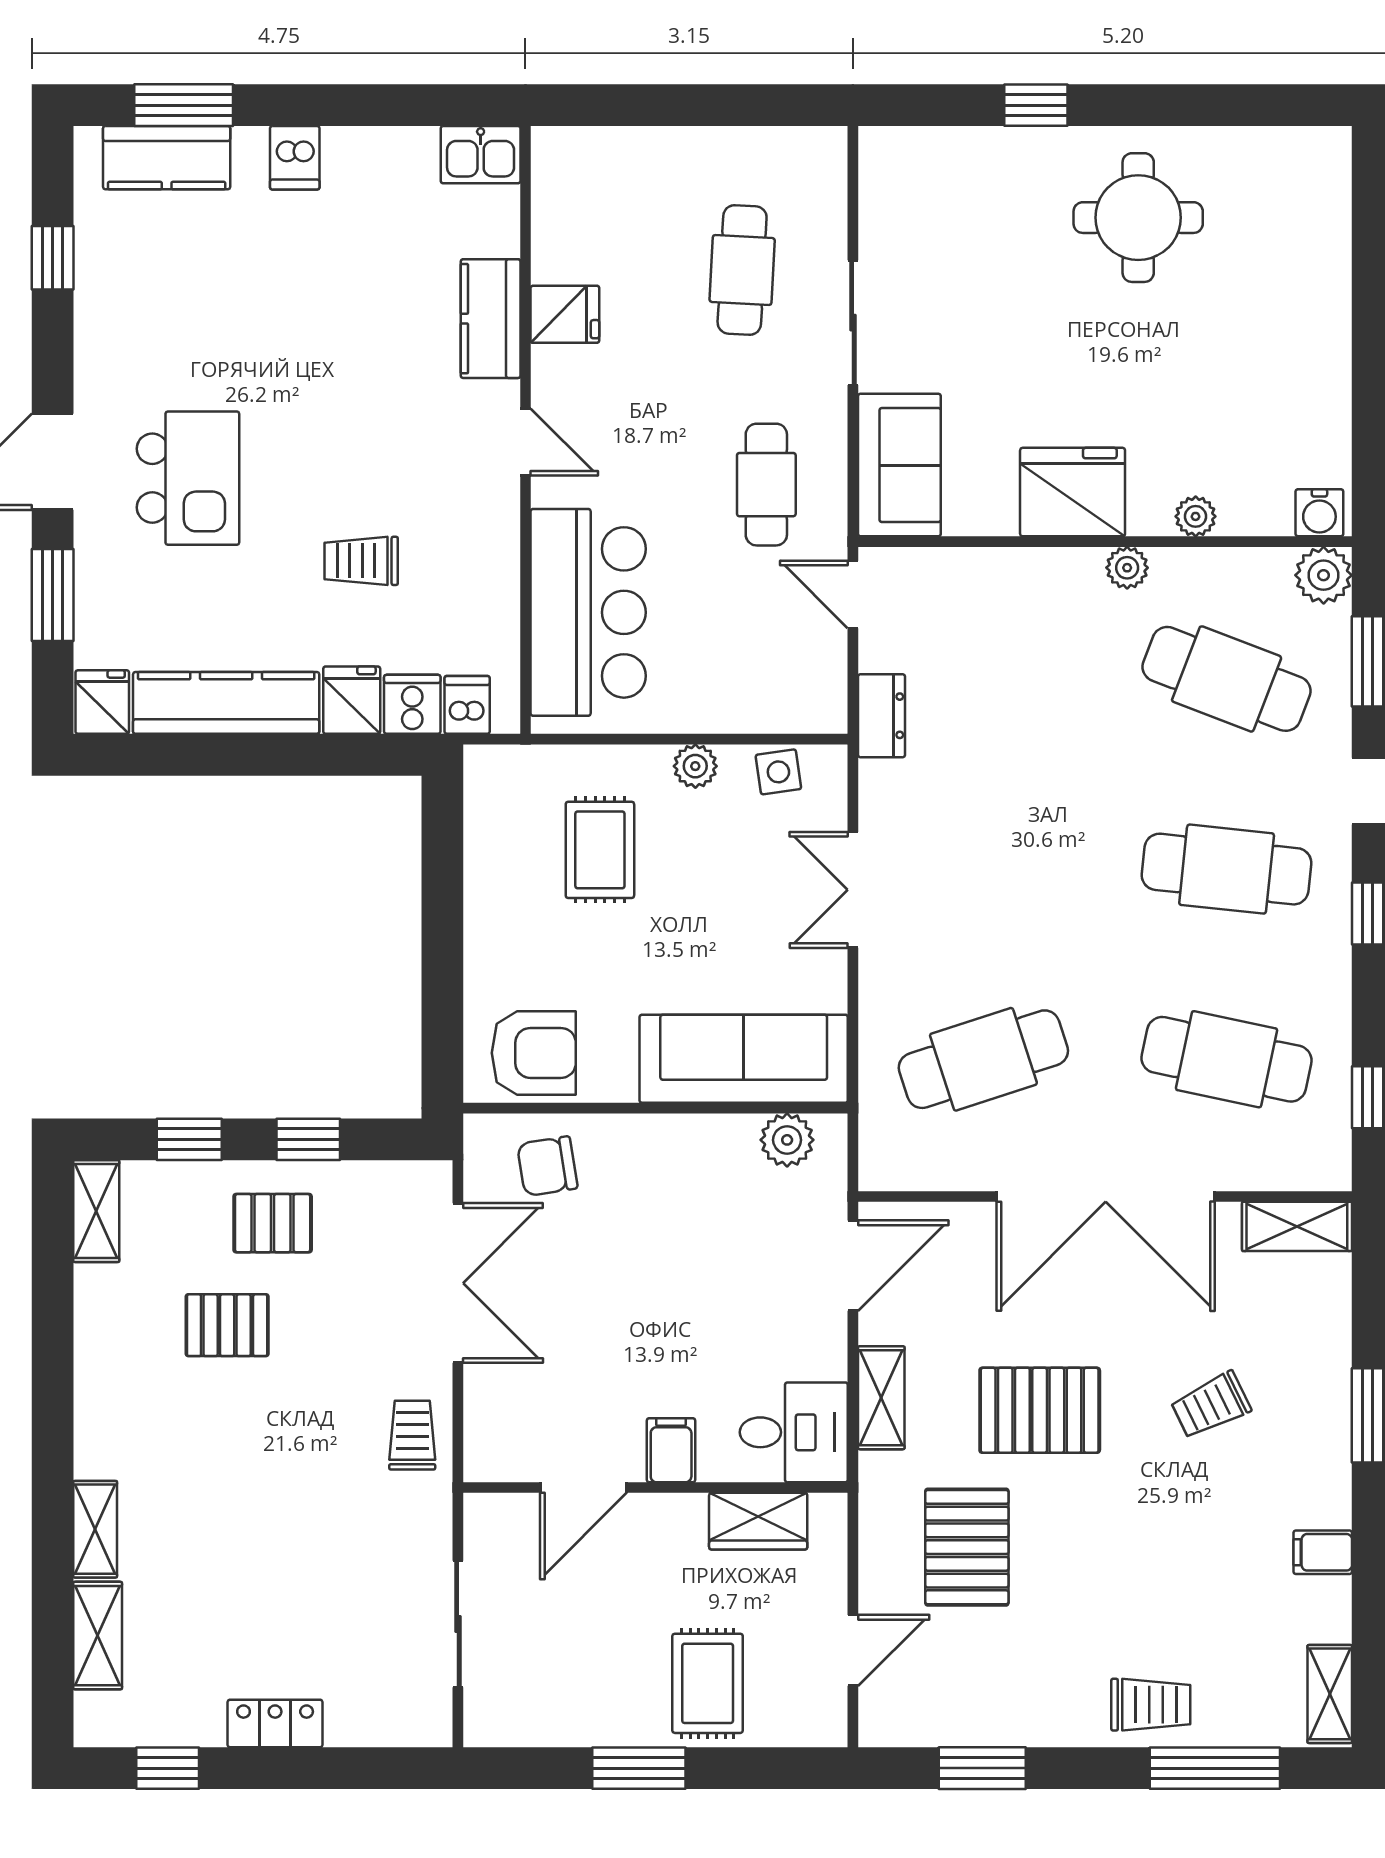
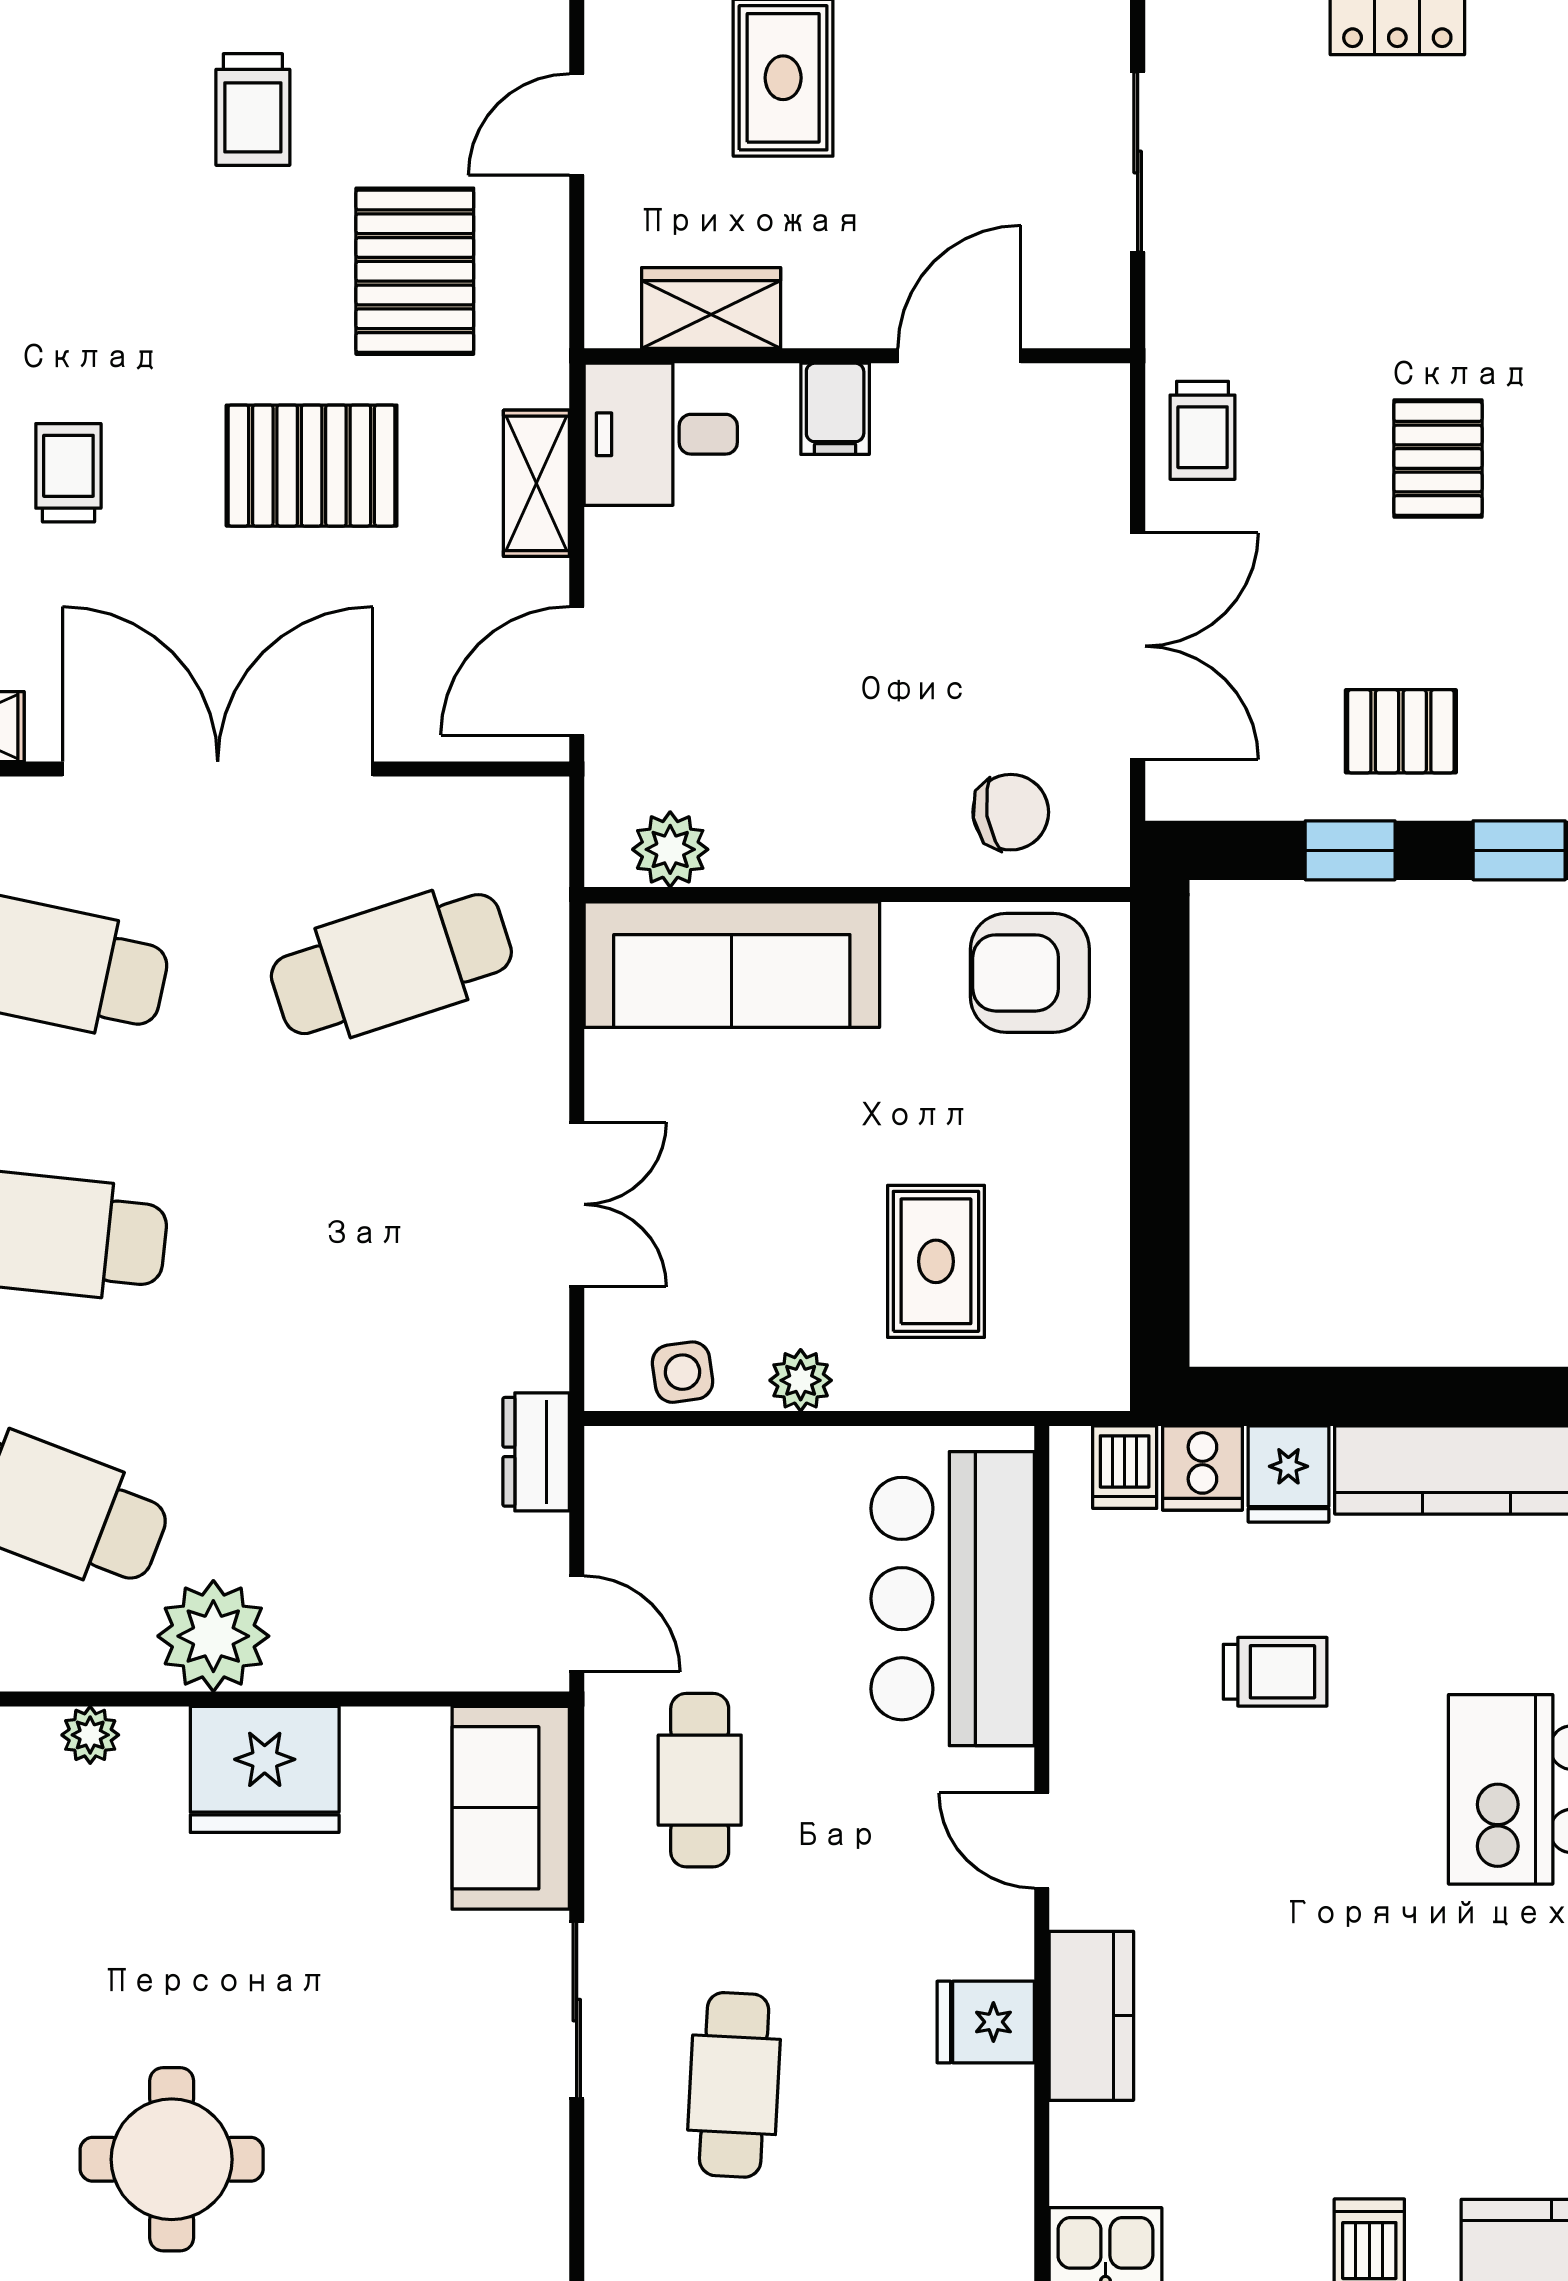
plant: (1127, 568) -> (213, 1636), width x1.88, depth x1.88
double door: (458, 1283) -> (1138, 646), swing flipped
pallet: (227, 1325) -> (1438, 459), moved, turned 90
trolley: (1211, 1405) -> (68, 473), turned -64
trolley: (1151, 1705) -> (253, 110), moved, turned -90

